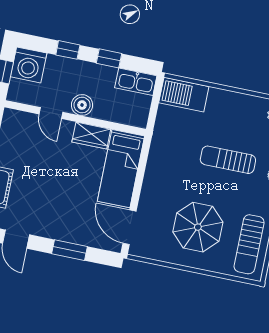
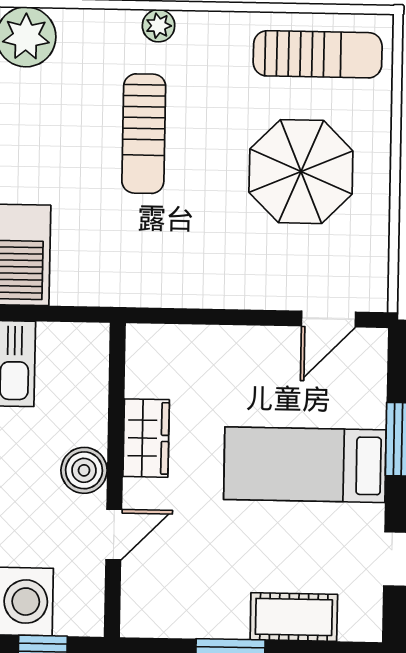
bed: (121, 169) -> (305, 465), moved, turned 180
door: (130, 227) -> (329, 319), width x0.73

